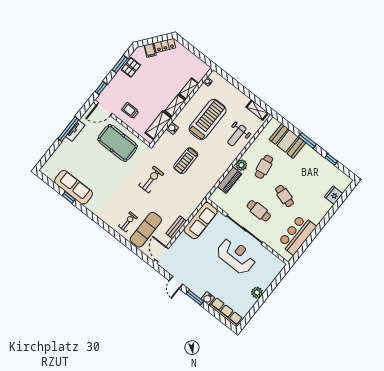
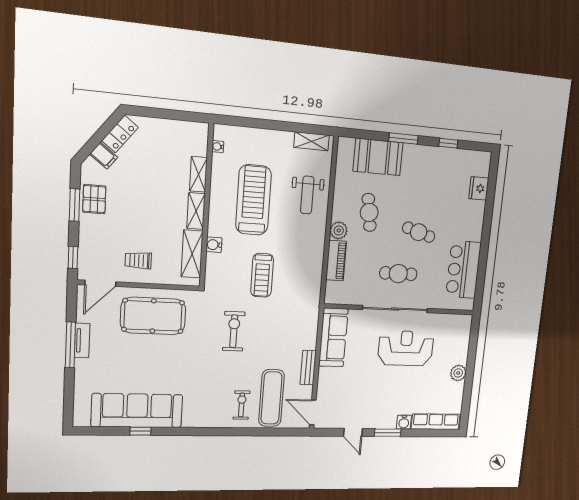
sofa: (73, 187) -> (137, 411), width x1.36, depth x1.27

